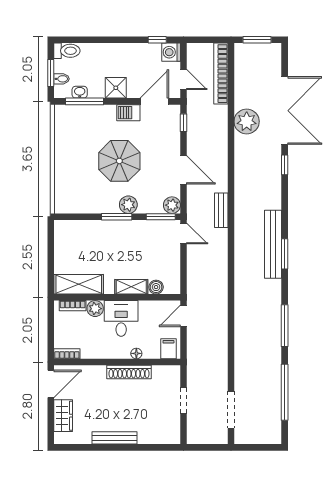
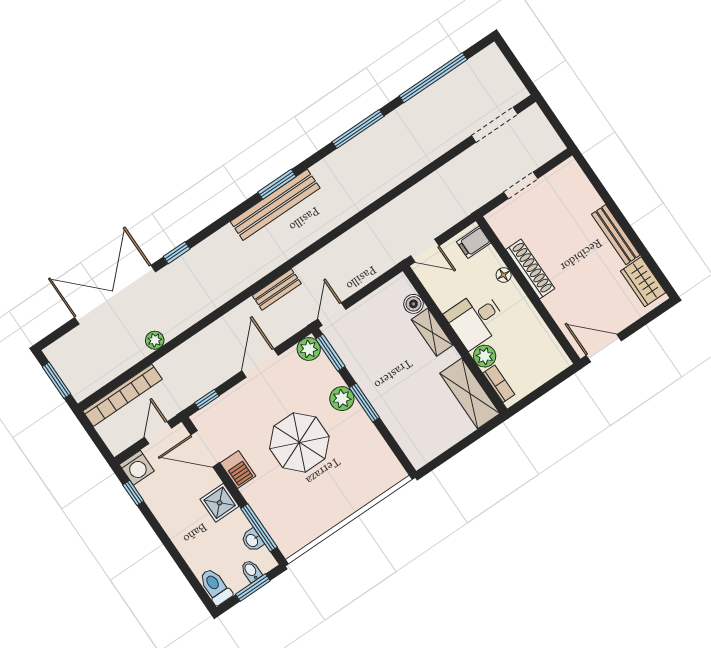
plant: (247, 121) -> (155, 340), width x0.53, depth x0.53
bookcase: (67, 354) -> (557, 353), removed
wardrobe: (63, 416) -> (643, 282), moved, turned -90

